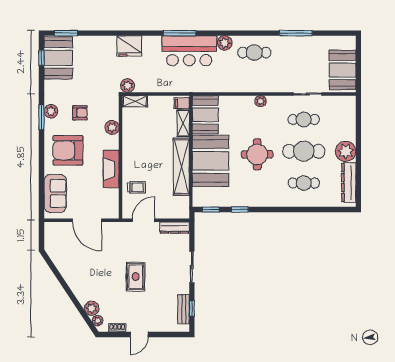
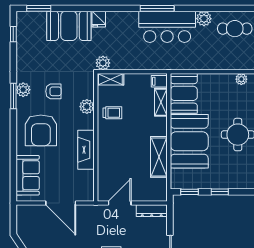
fridge: (129, 46) -> (99, 19), width x0.53, depth x0.75
booth: (58, 58) -> (69, 26), moved, turned 90
armchair: (68, 150) -> (41, 130), turned -90
shelving: (181, 167) -> (159, 157), width x0.68
trolley: (136, 187) -> (112, 113), moved

